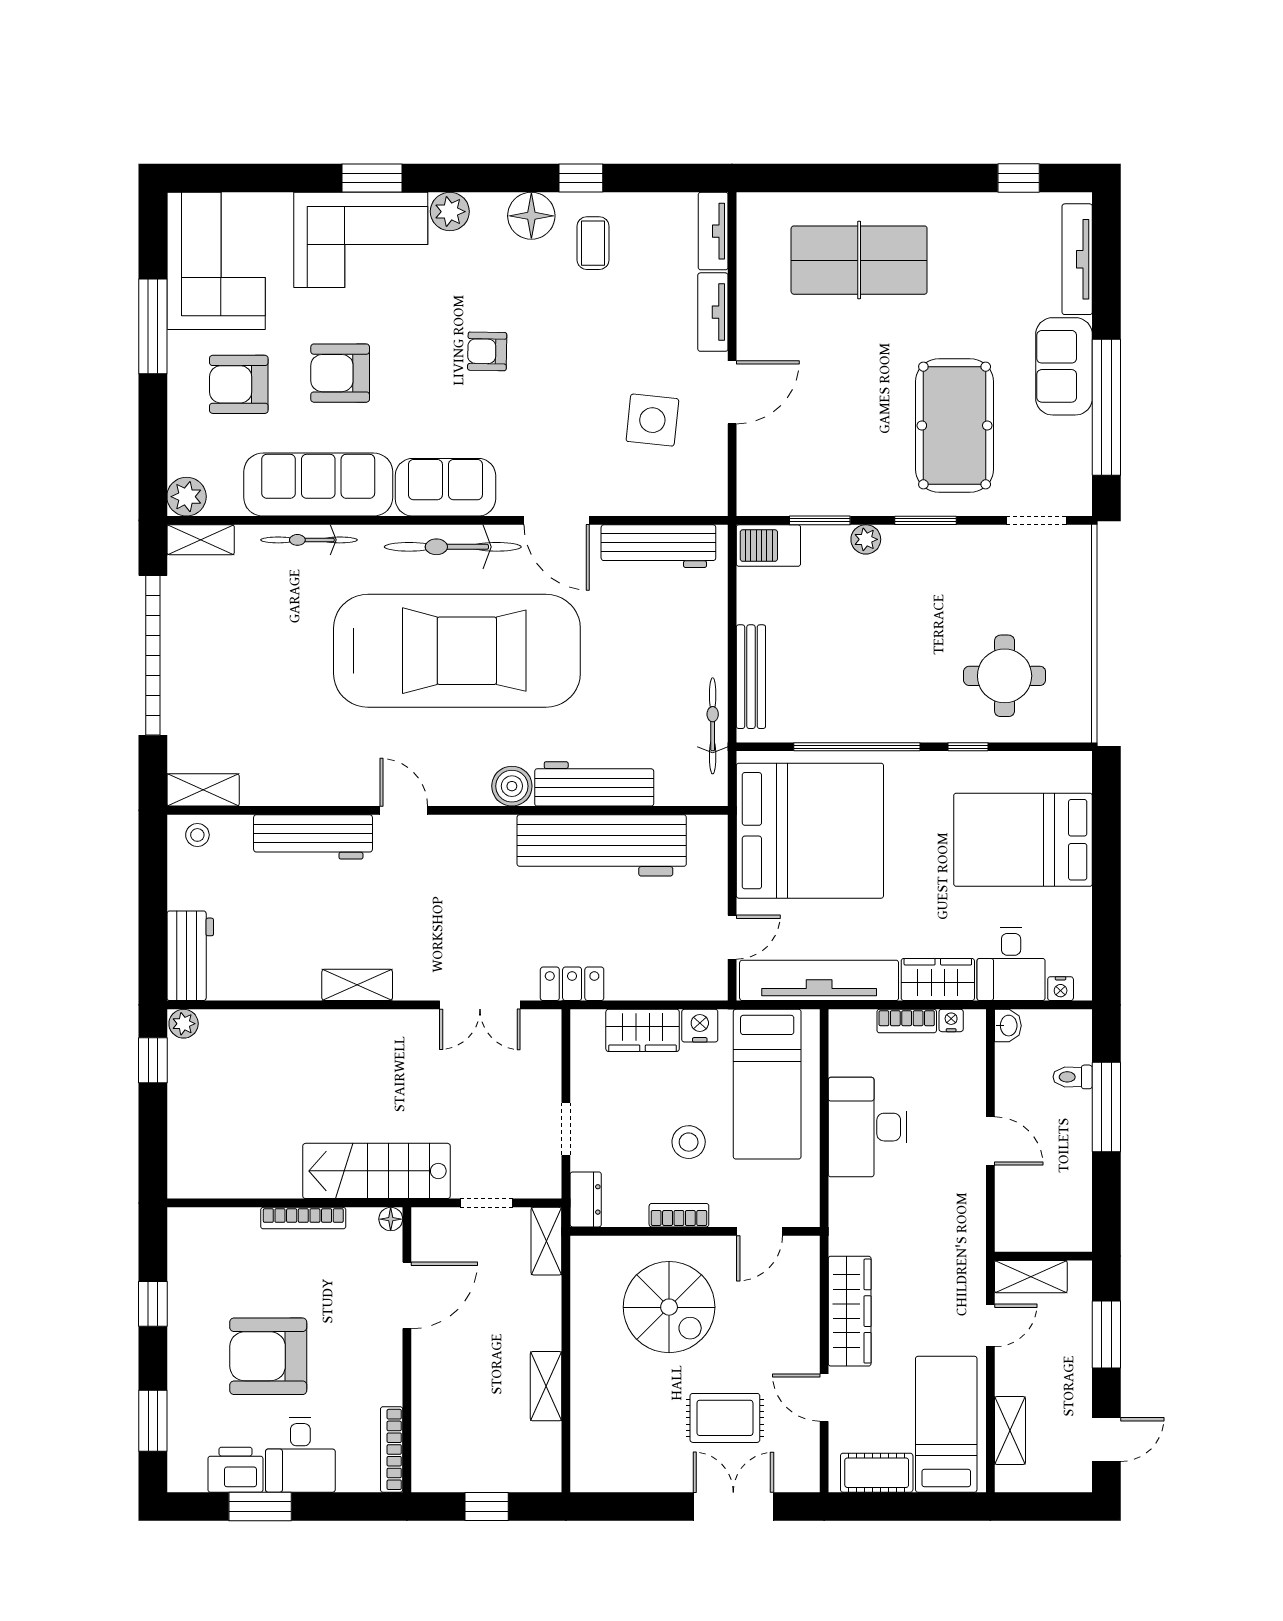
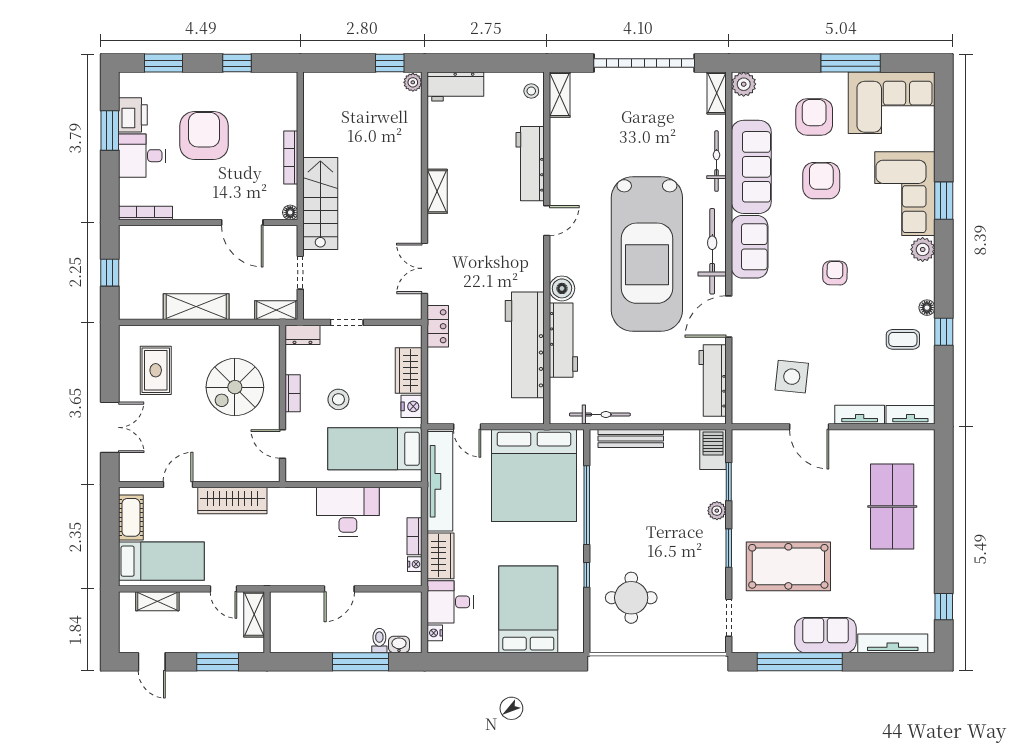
floor lamp: (531, 216) -> (927, 308), width x0.53, depth x0.53
washbasin: (1008, 1026) -> (399, 644), moved, turned 180
shelving: (546, 1386) -> (196, 307), width x1.50, depth x1.33
rug: (725, 1418) -> (156, 370), moved

